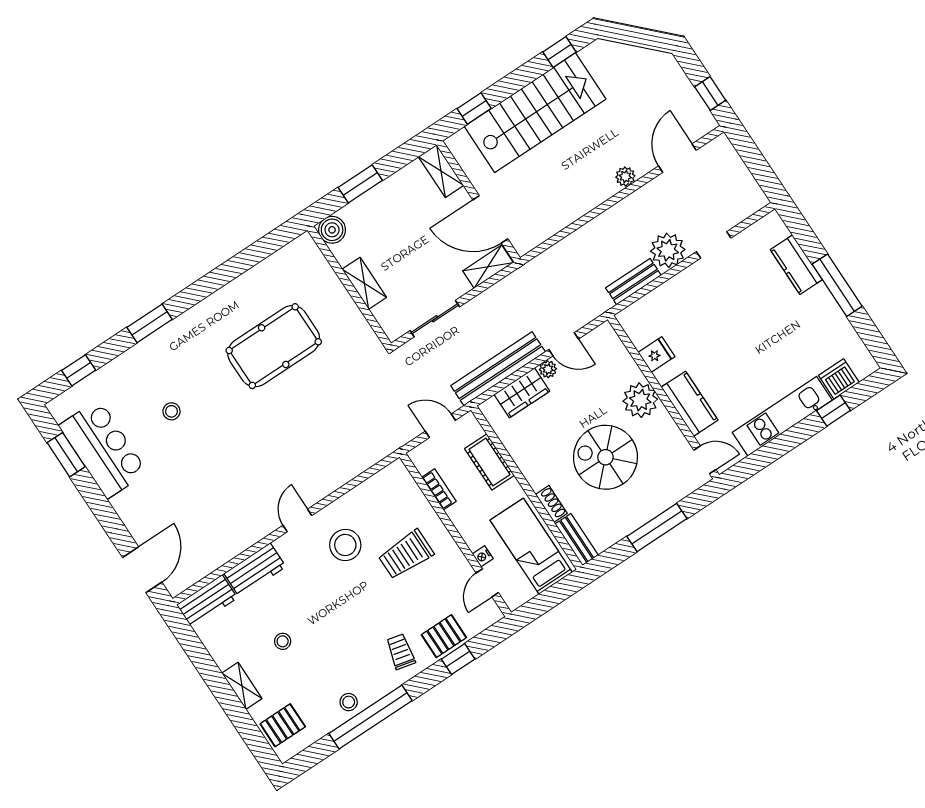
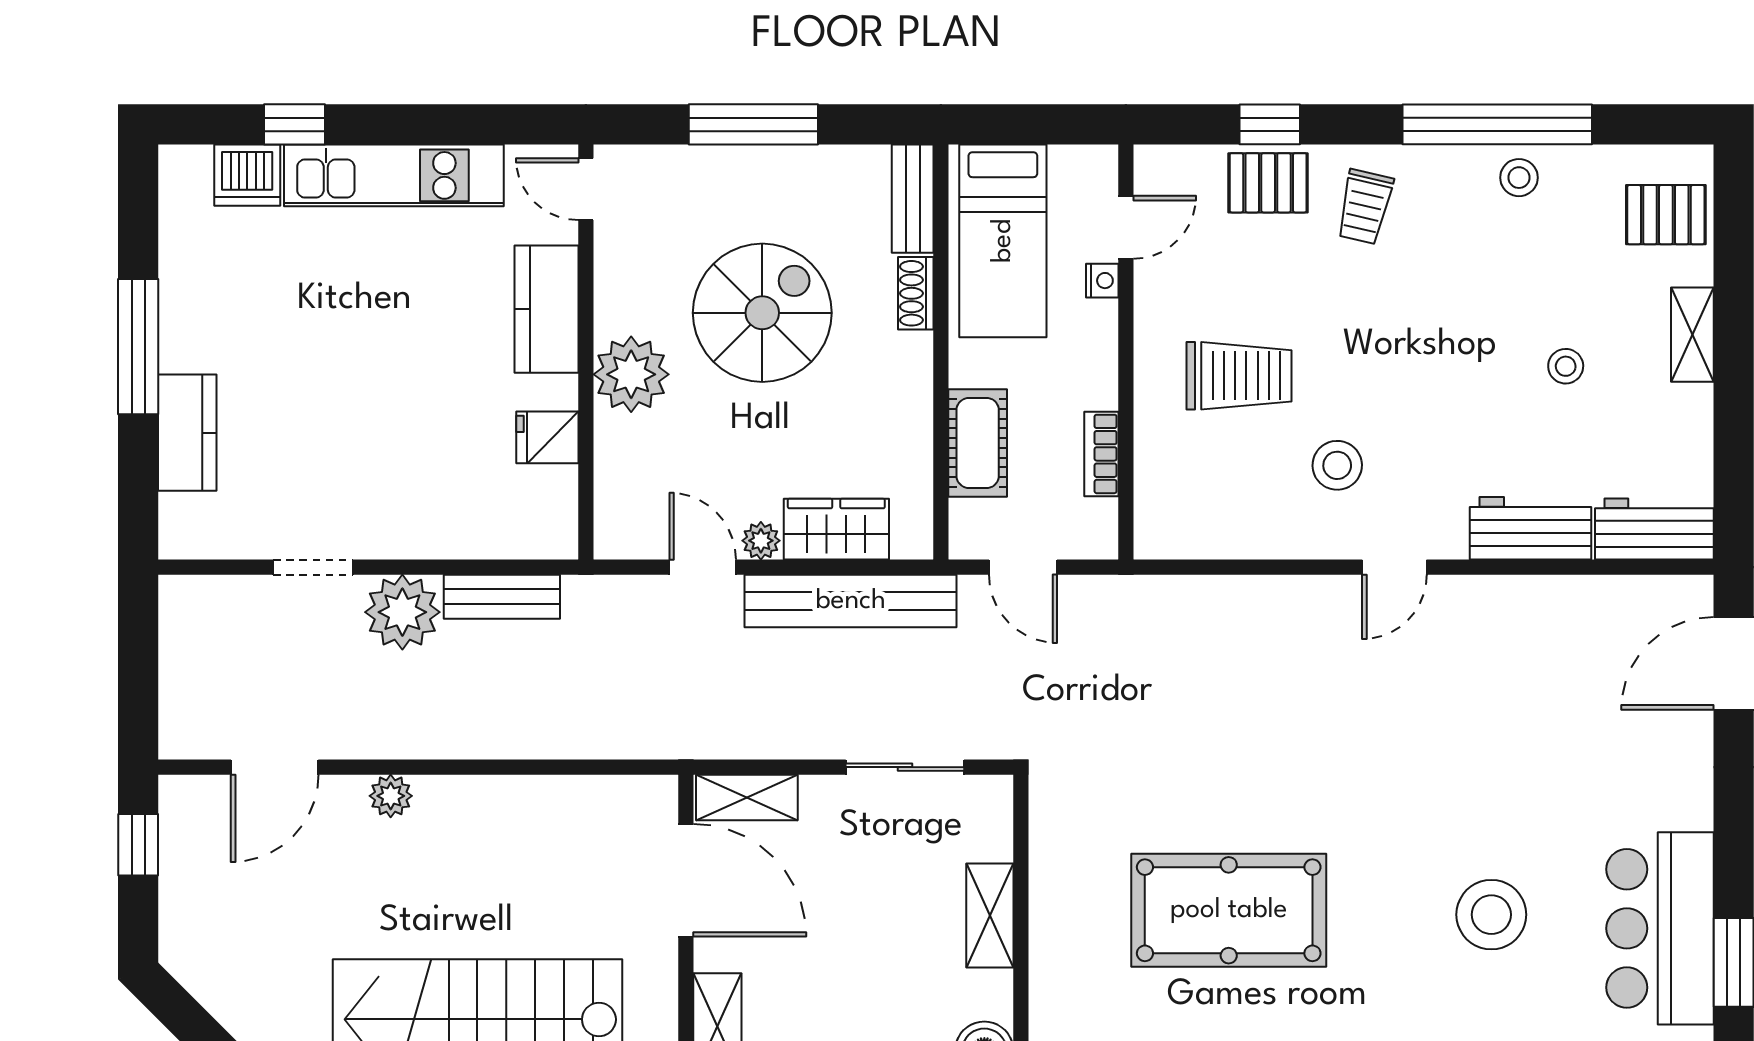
stool: (172, 411) -> (1491, 915), width x1.89, depth x1.89
spiral stairs: (605, 457) -> (762, 313), turned -90
stool: (345, 545) -> (1337, 465), width x0.73, depth x0.73

